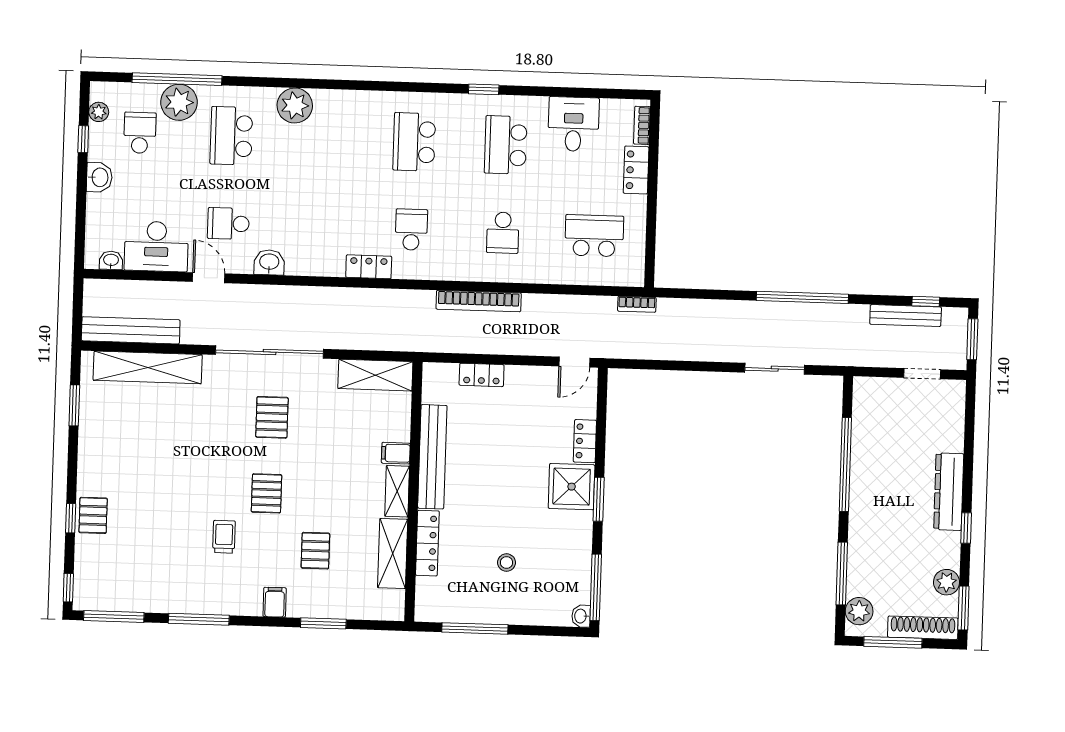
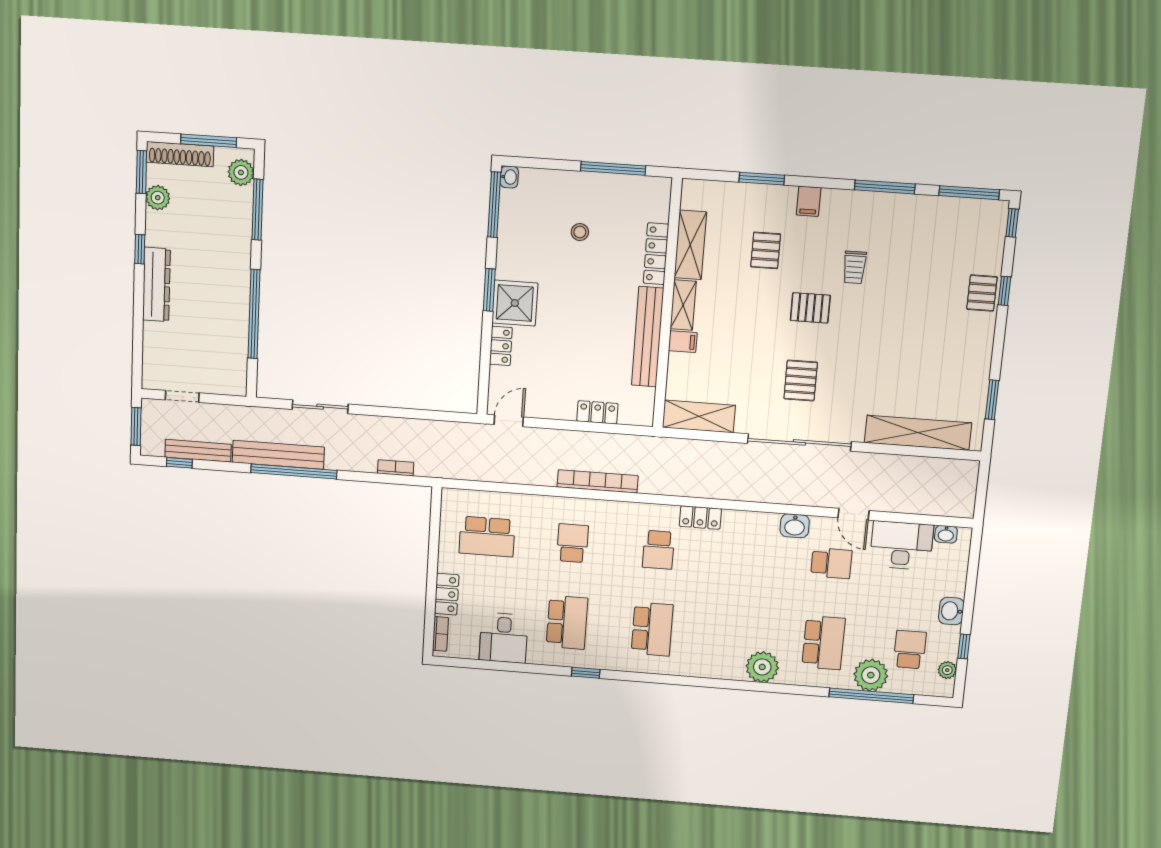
school desk: (140, 133) -> (910, 650), turned 180
bookcase: (637, 304) -> (396, 468), moved
bench: (131, 330) -> (278, 455), moved
pallet: (266, 493) -> (810, 308), turned 90

